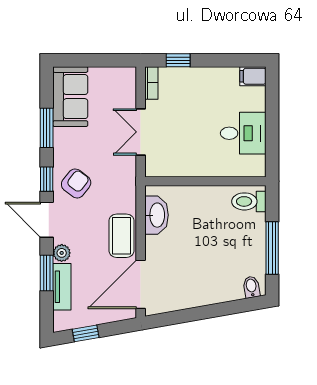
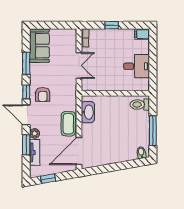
window: (178, 60) -> (112, 25), moved
double door: (141, 132) -> (79, 65), swing flipped
armchair: (76, 183) -> (43, 94), turned 142

